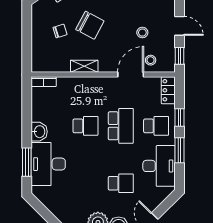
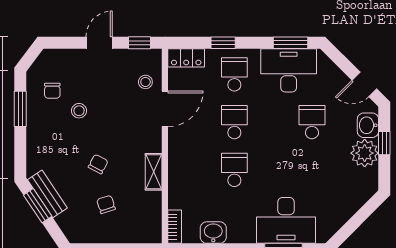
chair: (90, 25) -> (98, 164), width x0.54, depth x0.54
stool: (142, 33) -> (79, 111), moved
door: (131, 75) -> (165, 109), swing flipped
school desk: (121, 126) -> (234, 122), width x0.54
washbasin: (39, 132) -> (213, 233), moved
window: (180, 150) -> (291, 43), moved

